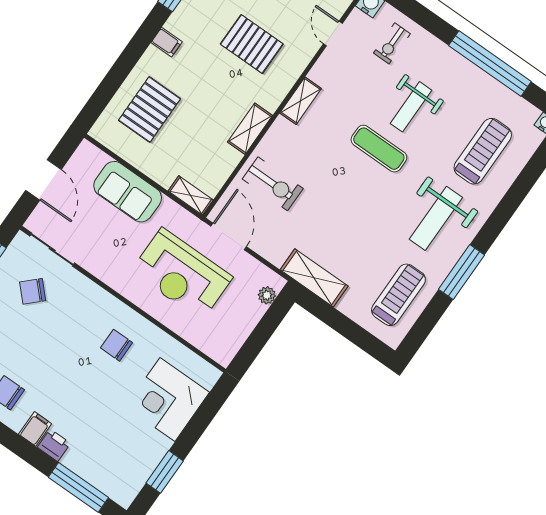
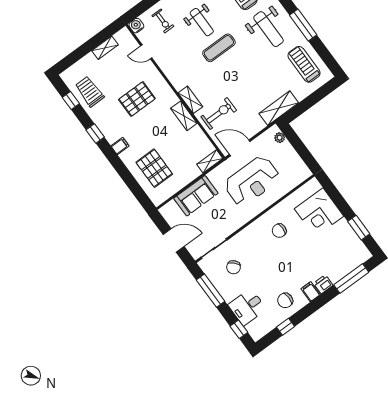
shelving: (301, 101) -> (190, 100), moved

